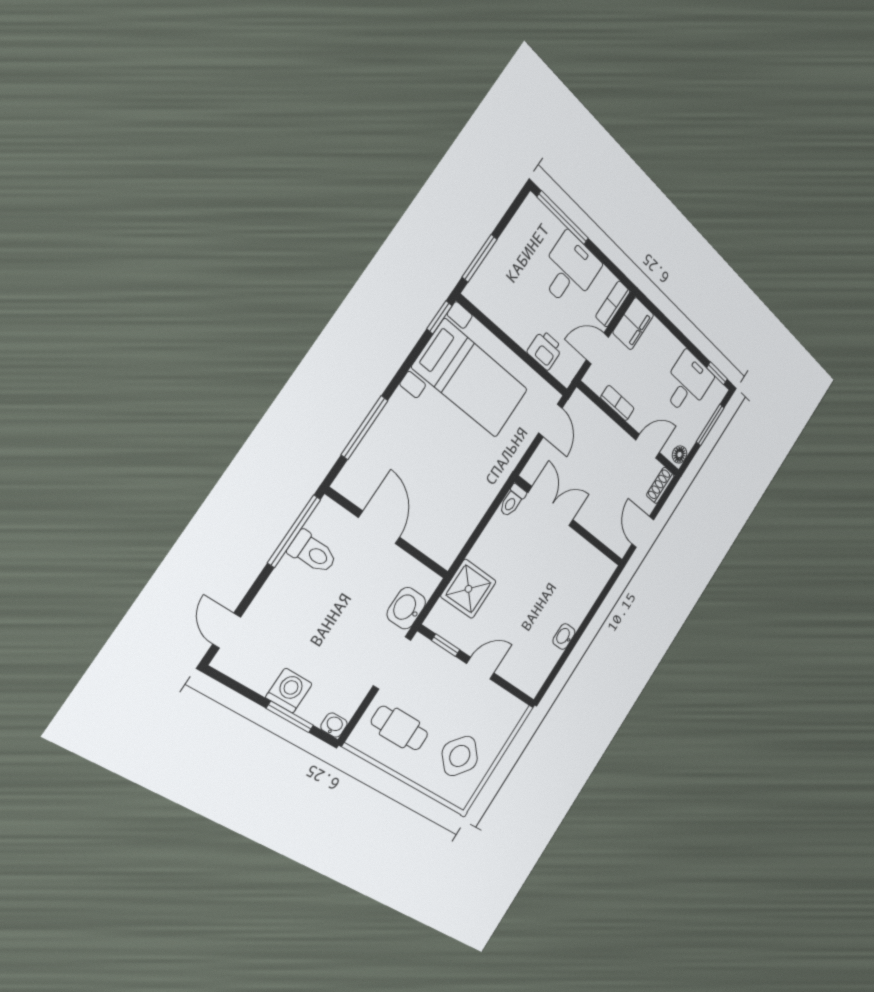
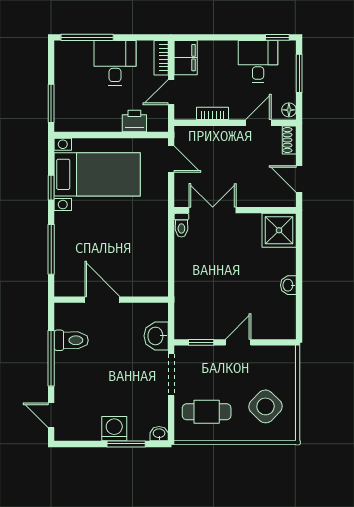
window: (439, 317) -> (51, 188), moved
window: (294, 531) -> (51, 358), moved
shower: (468, 589) -> (279, 230), moved

